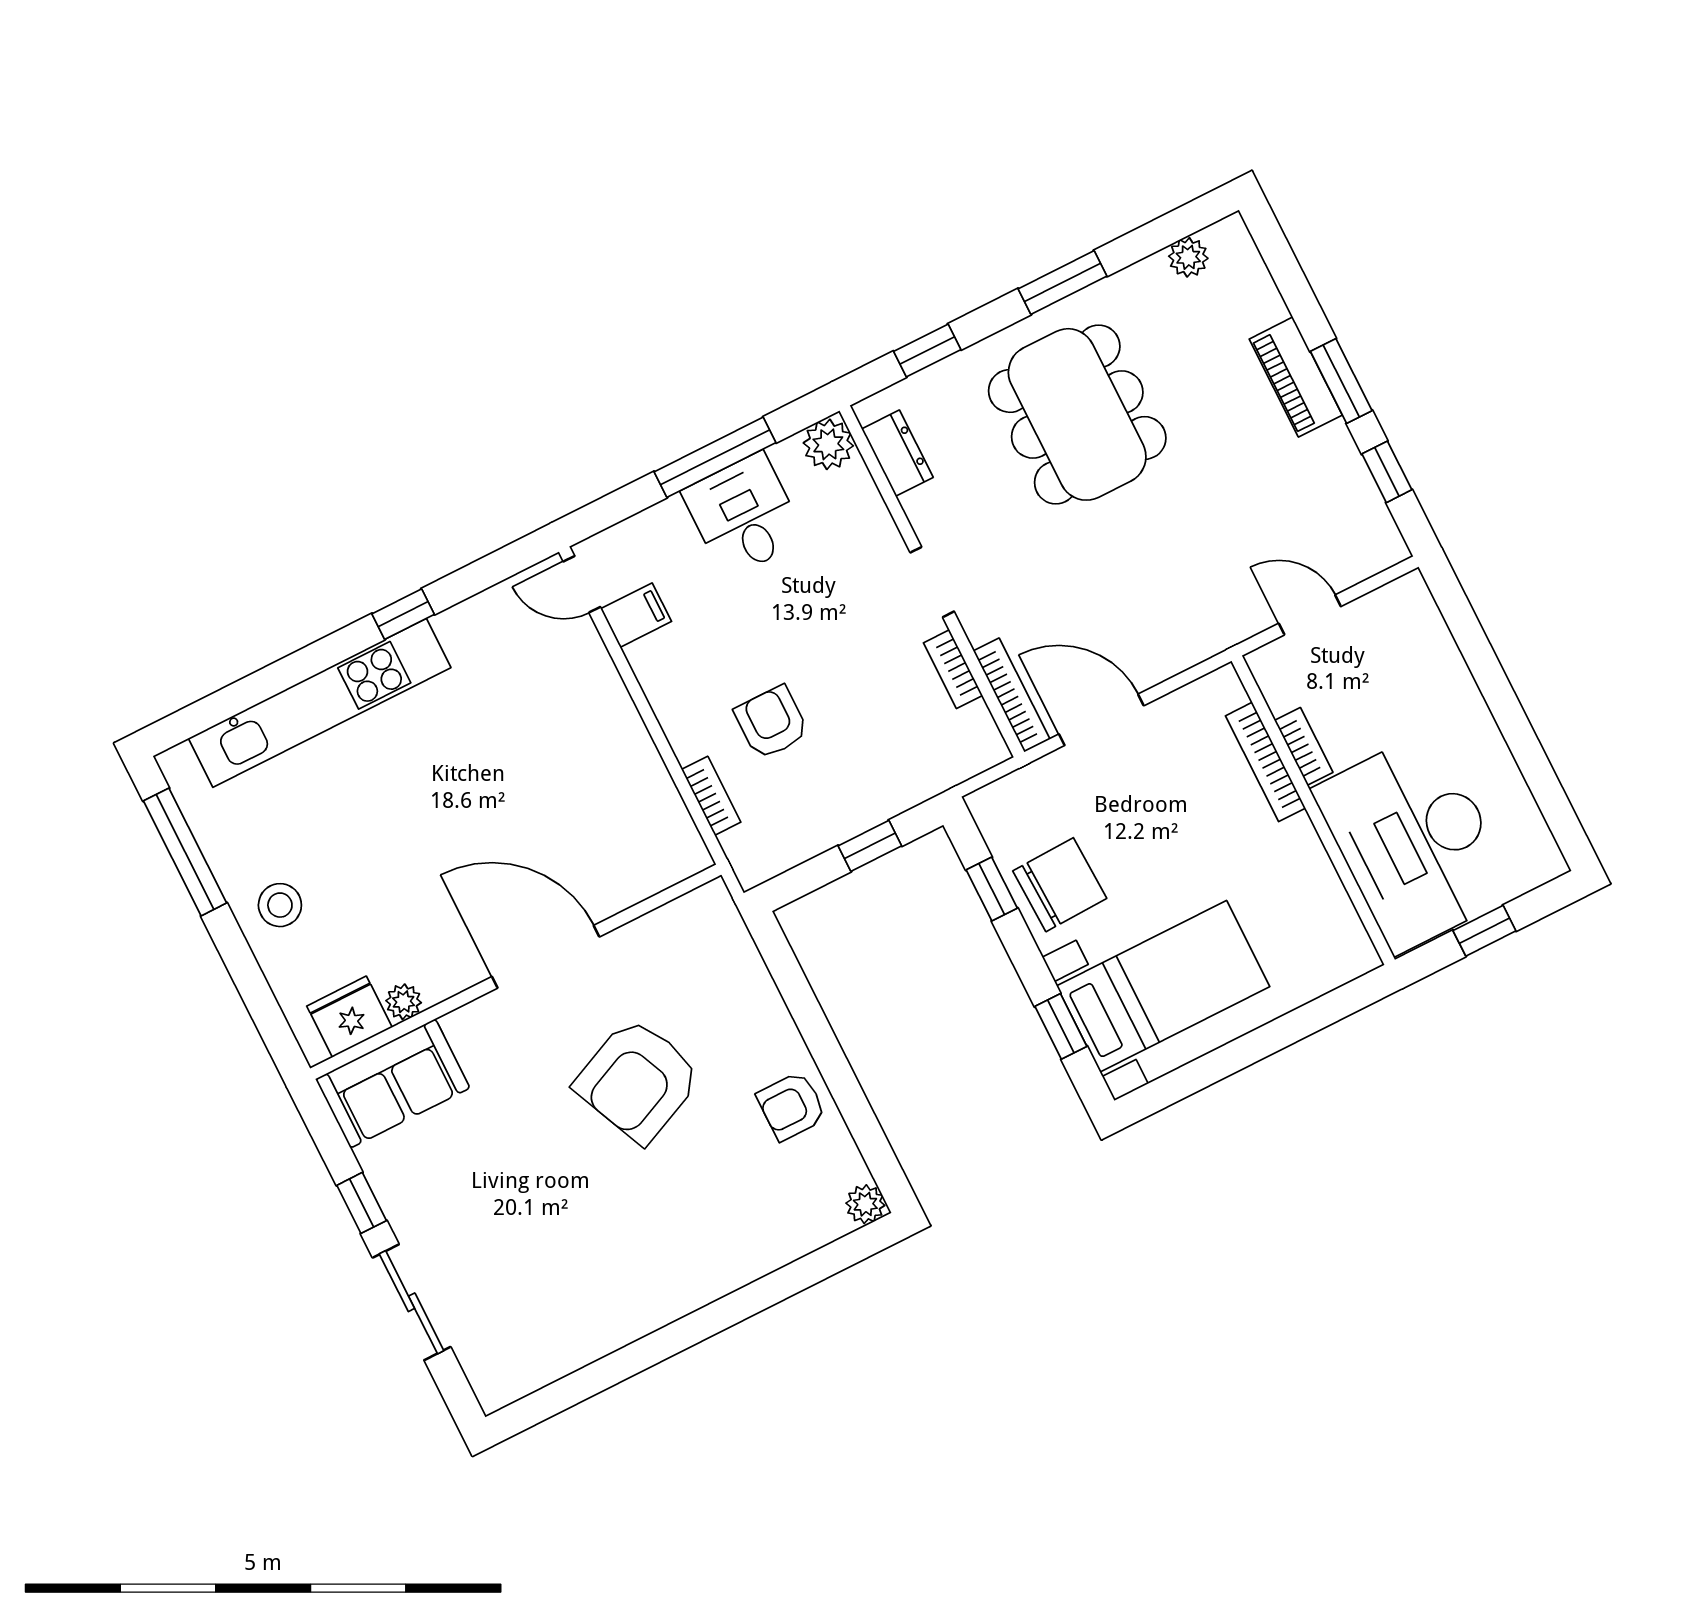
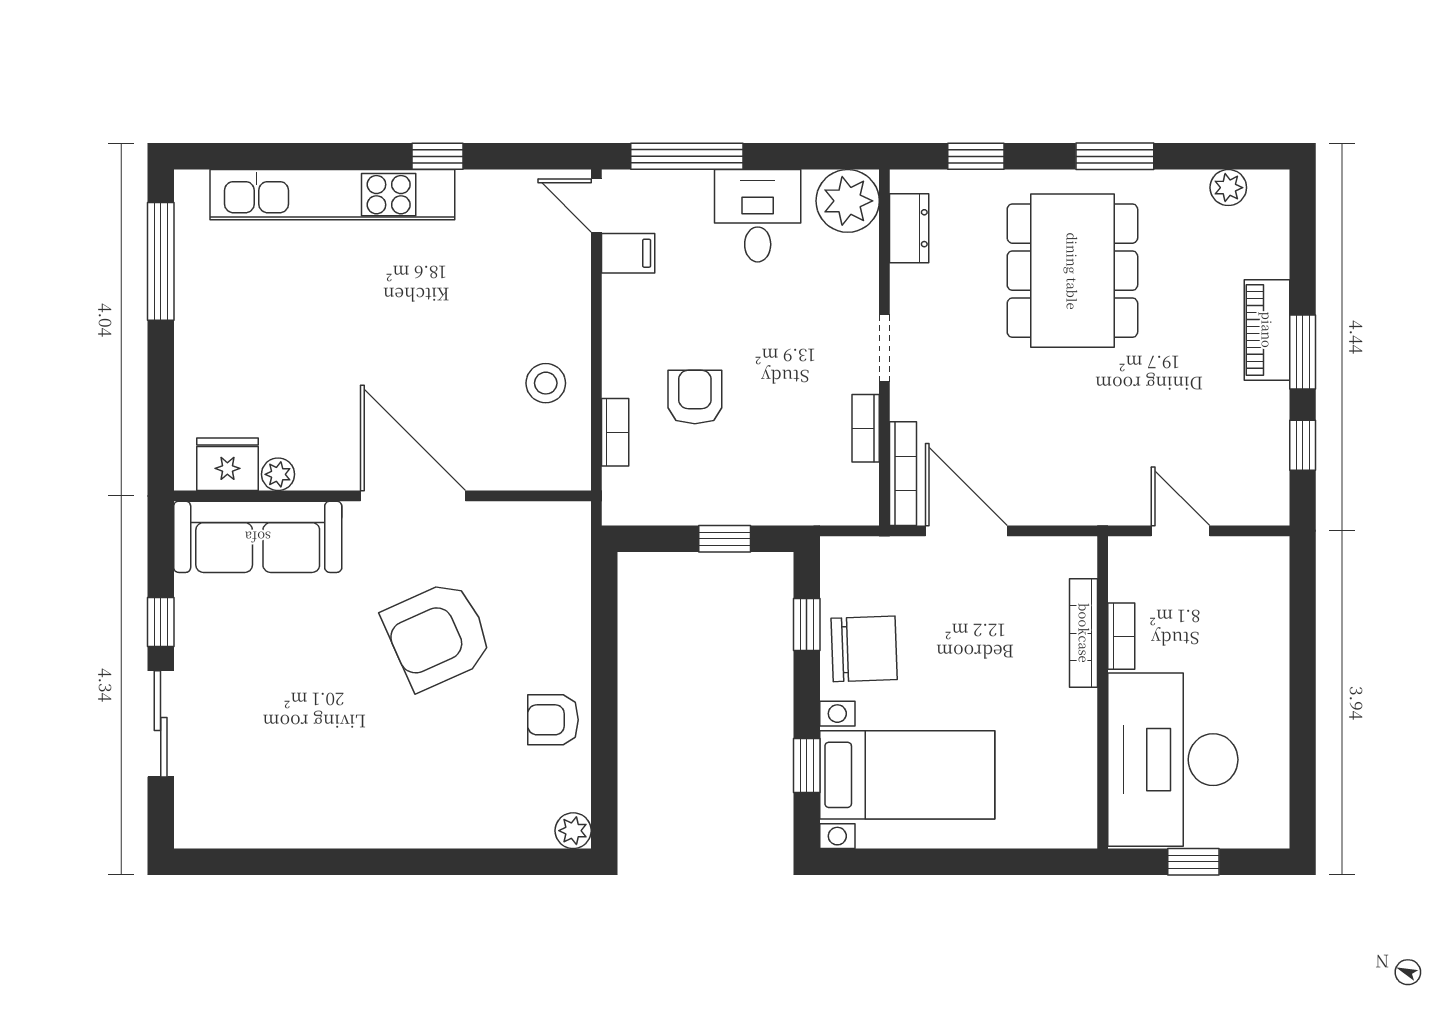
plant: (828, 444) -> (848, 201), width x1.36, depth x1.36
window: (715, 457) -> (687, 156), moved
stool: (280, 905) -> (546, 383), moved
sofa: (393, 1083) -> (258, 537), width x1.36

